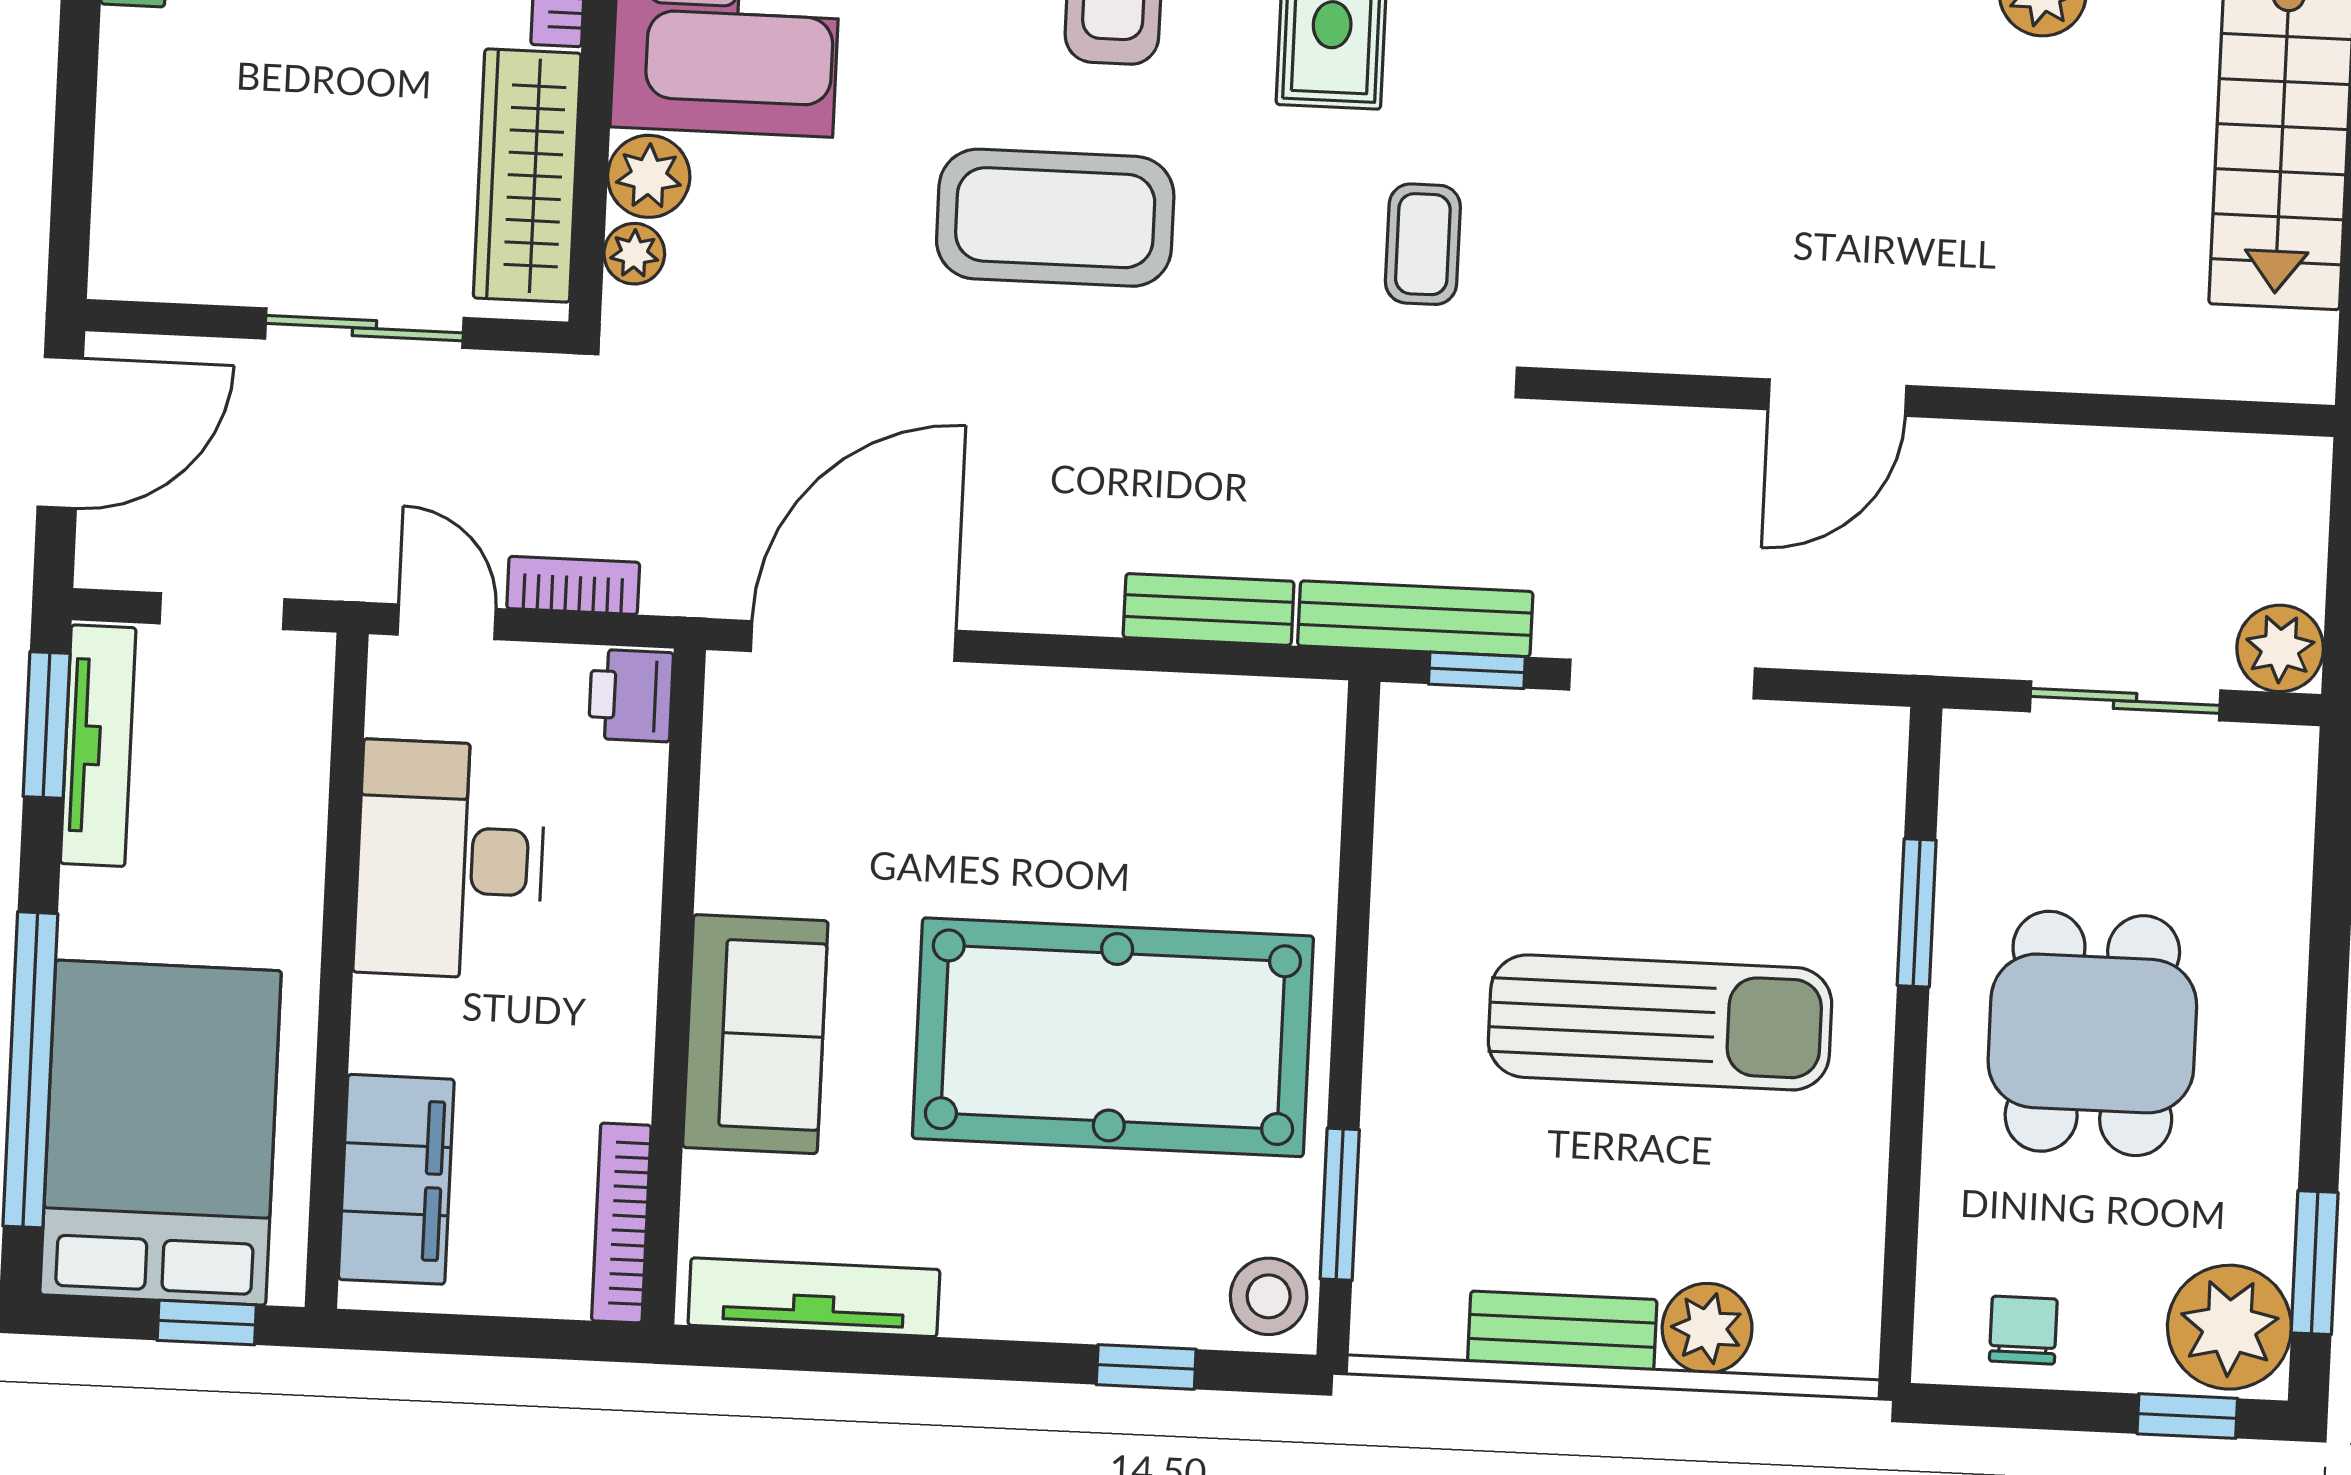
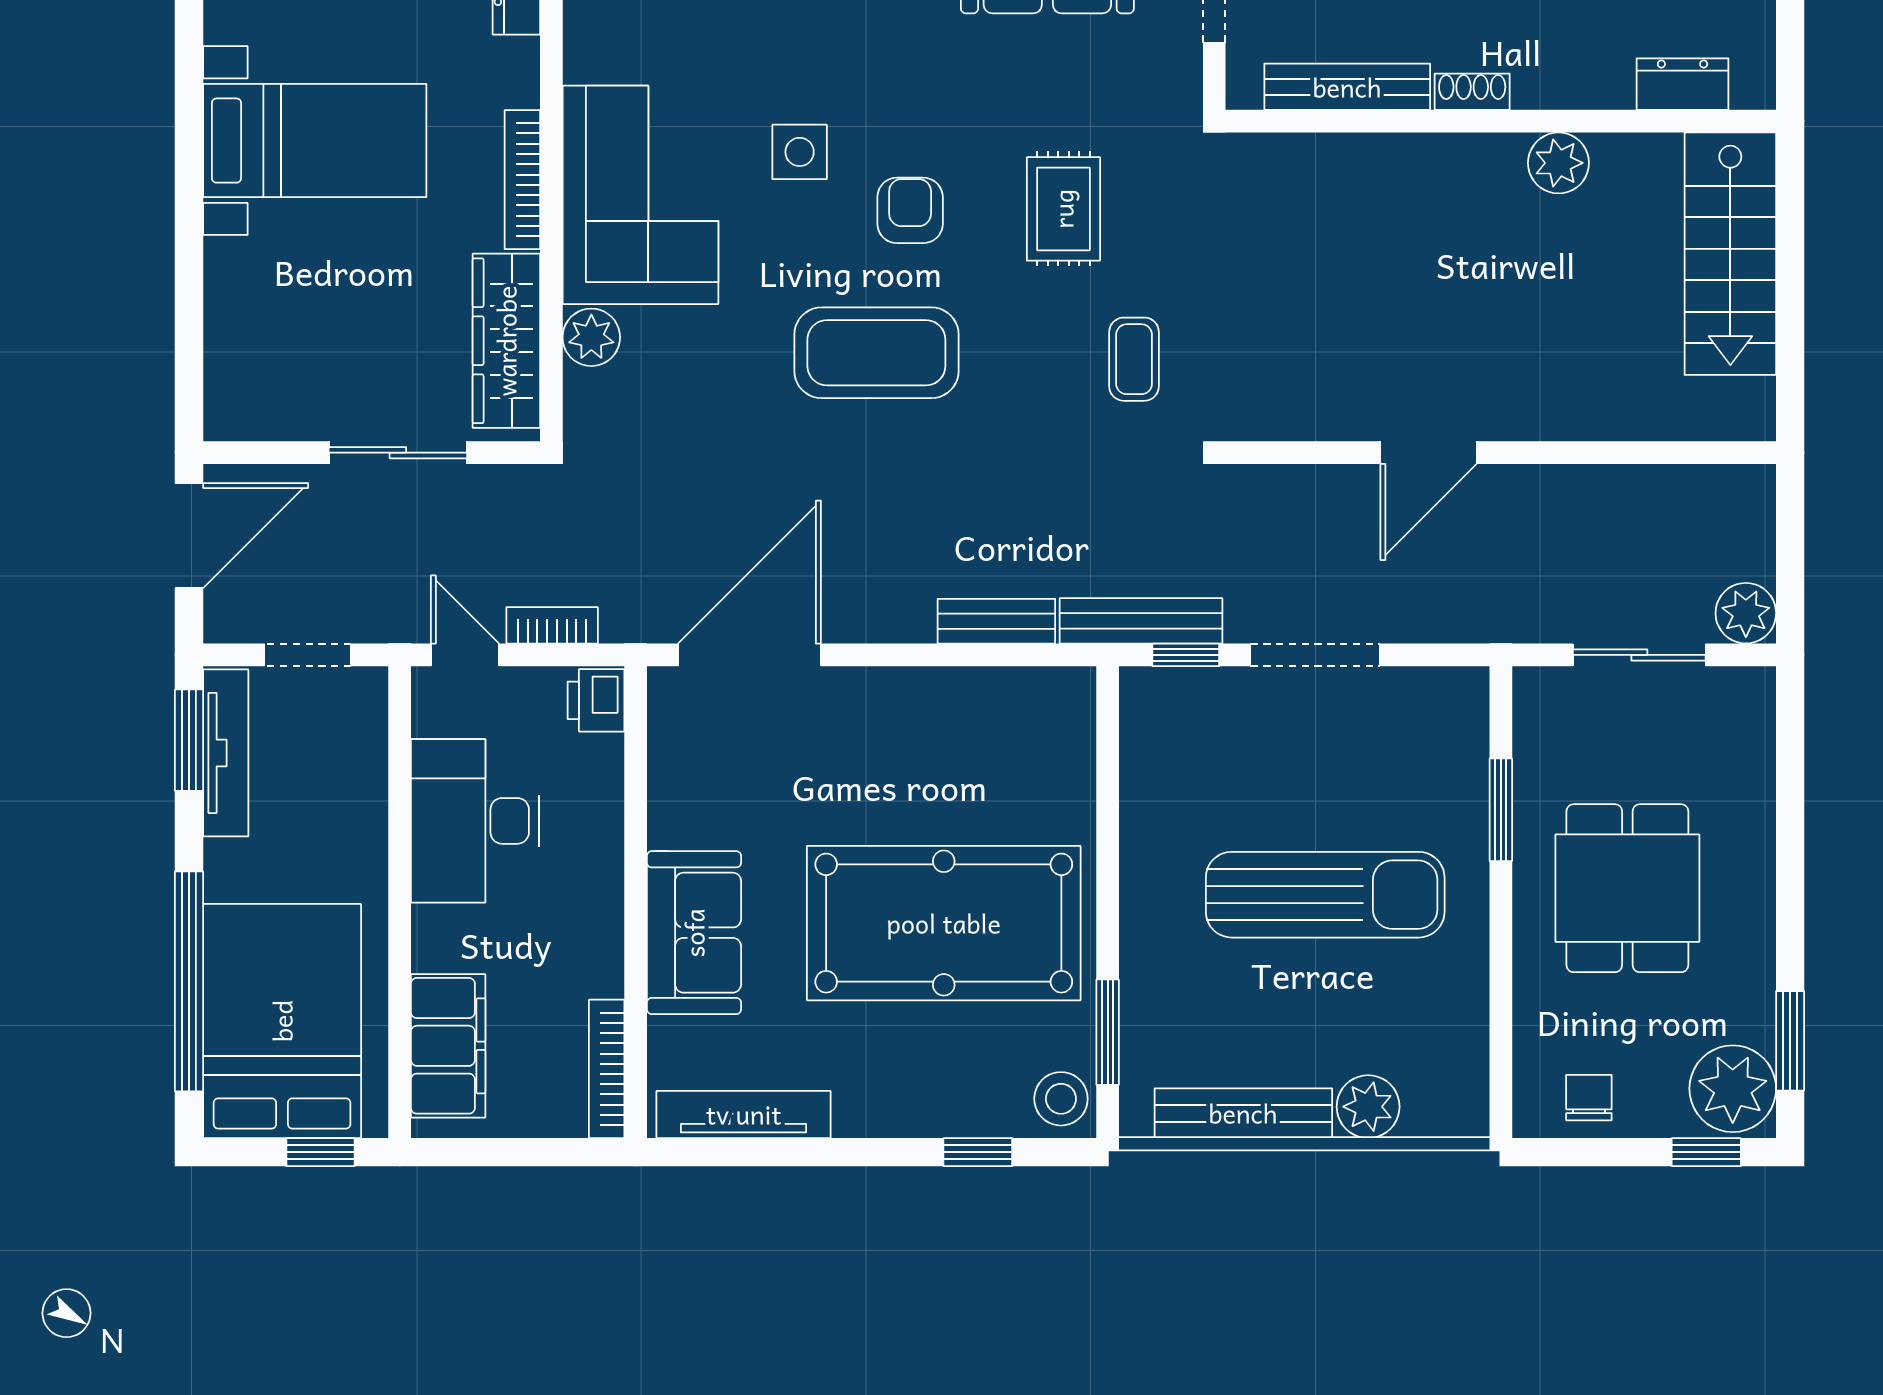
plant: (634, 254) -> (584, 392), removed
bench: (1562, 1331) -> (1243, 1113), width x1.36

